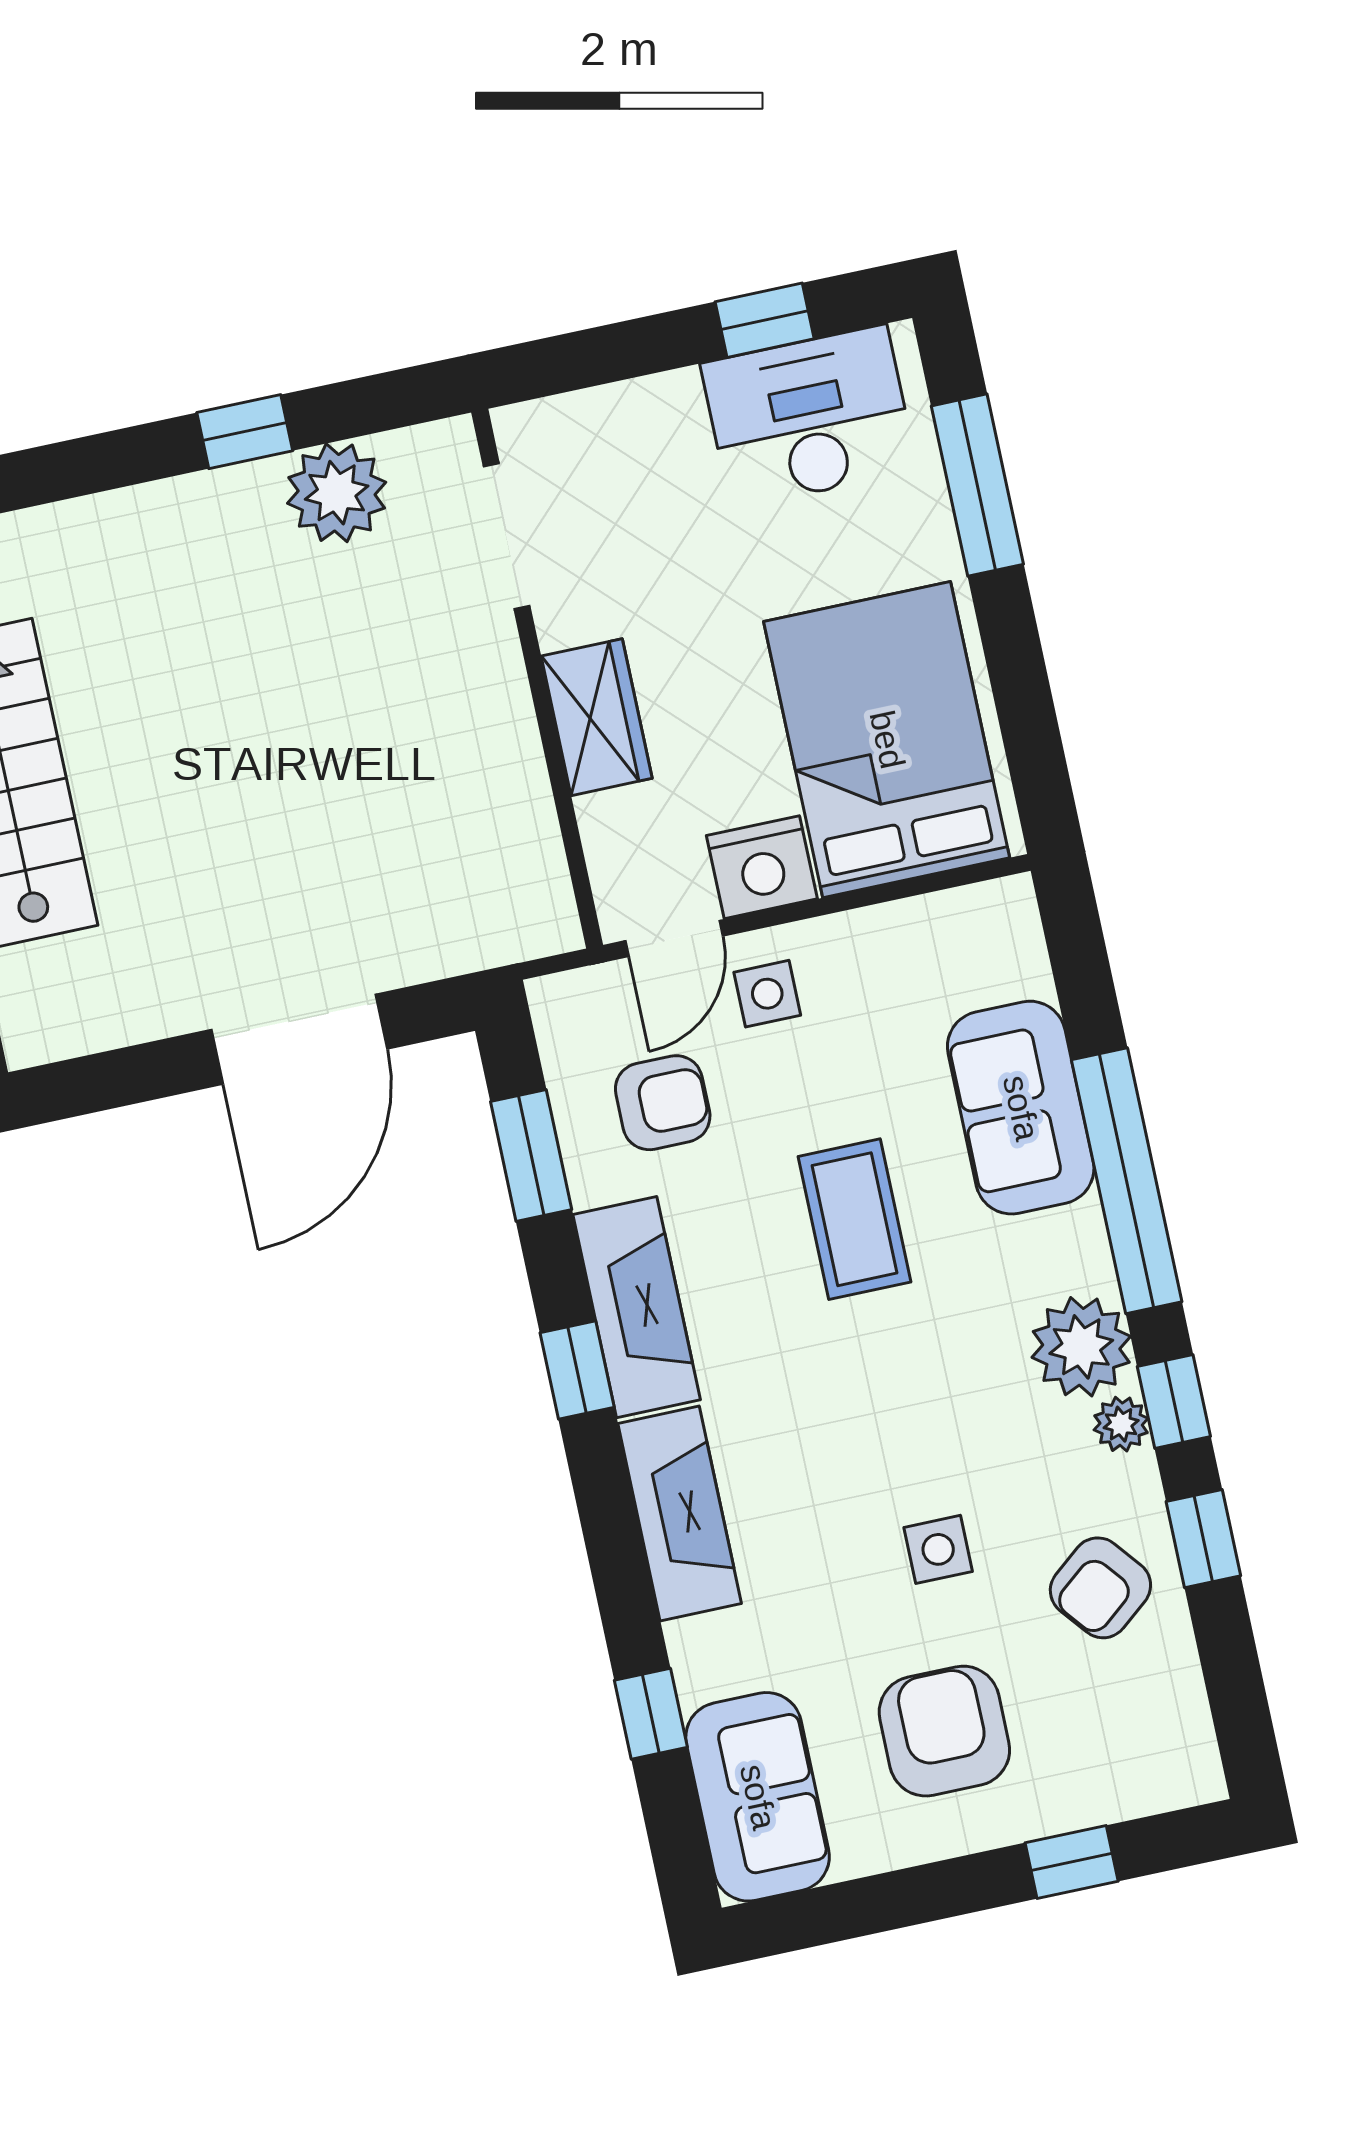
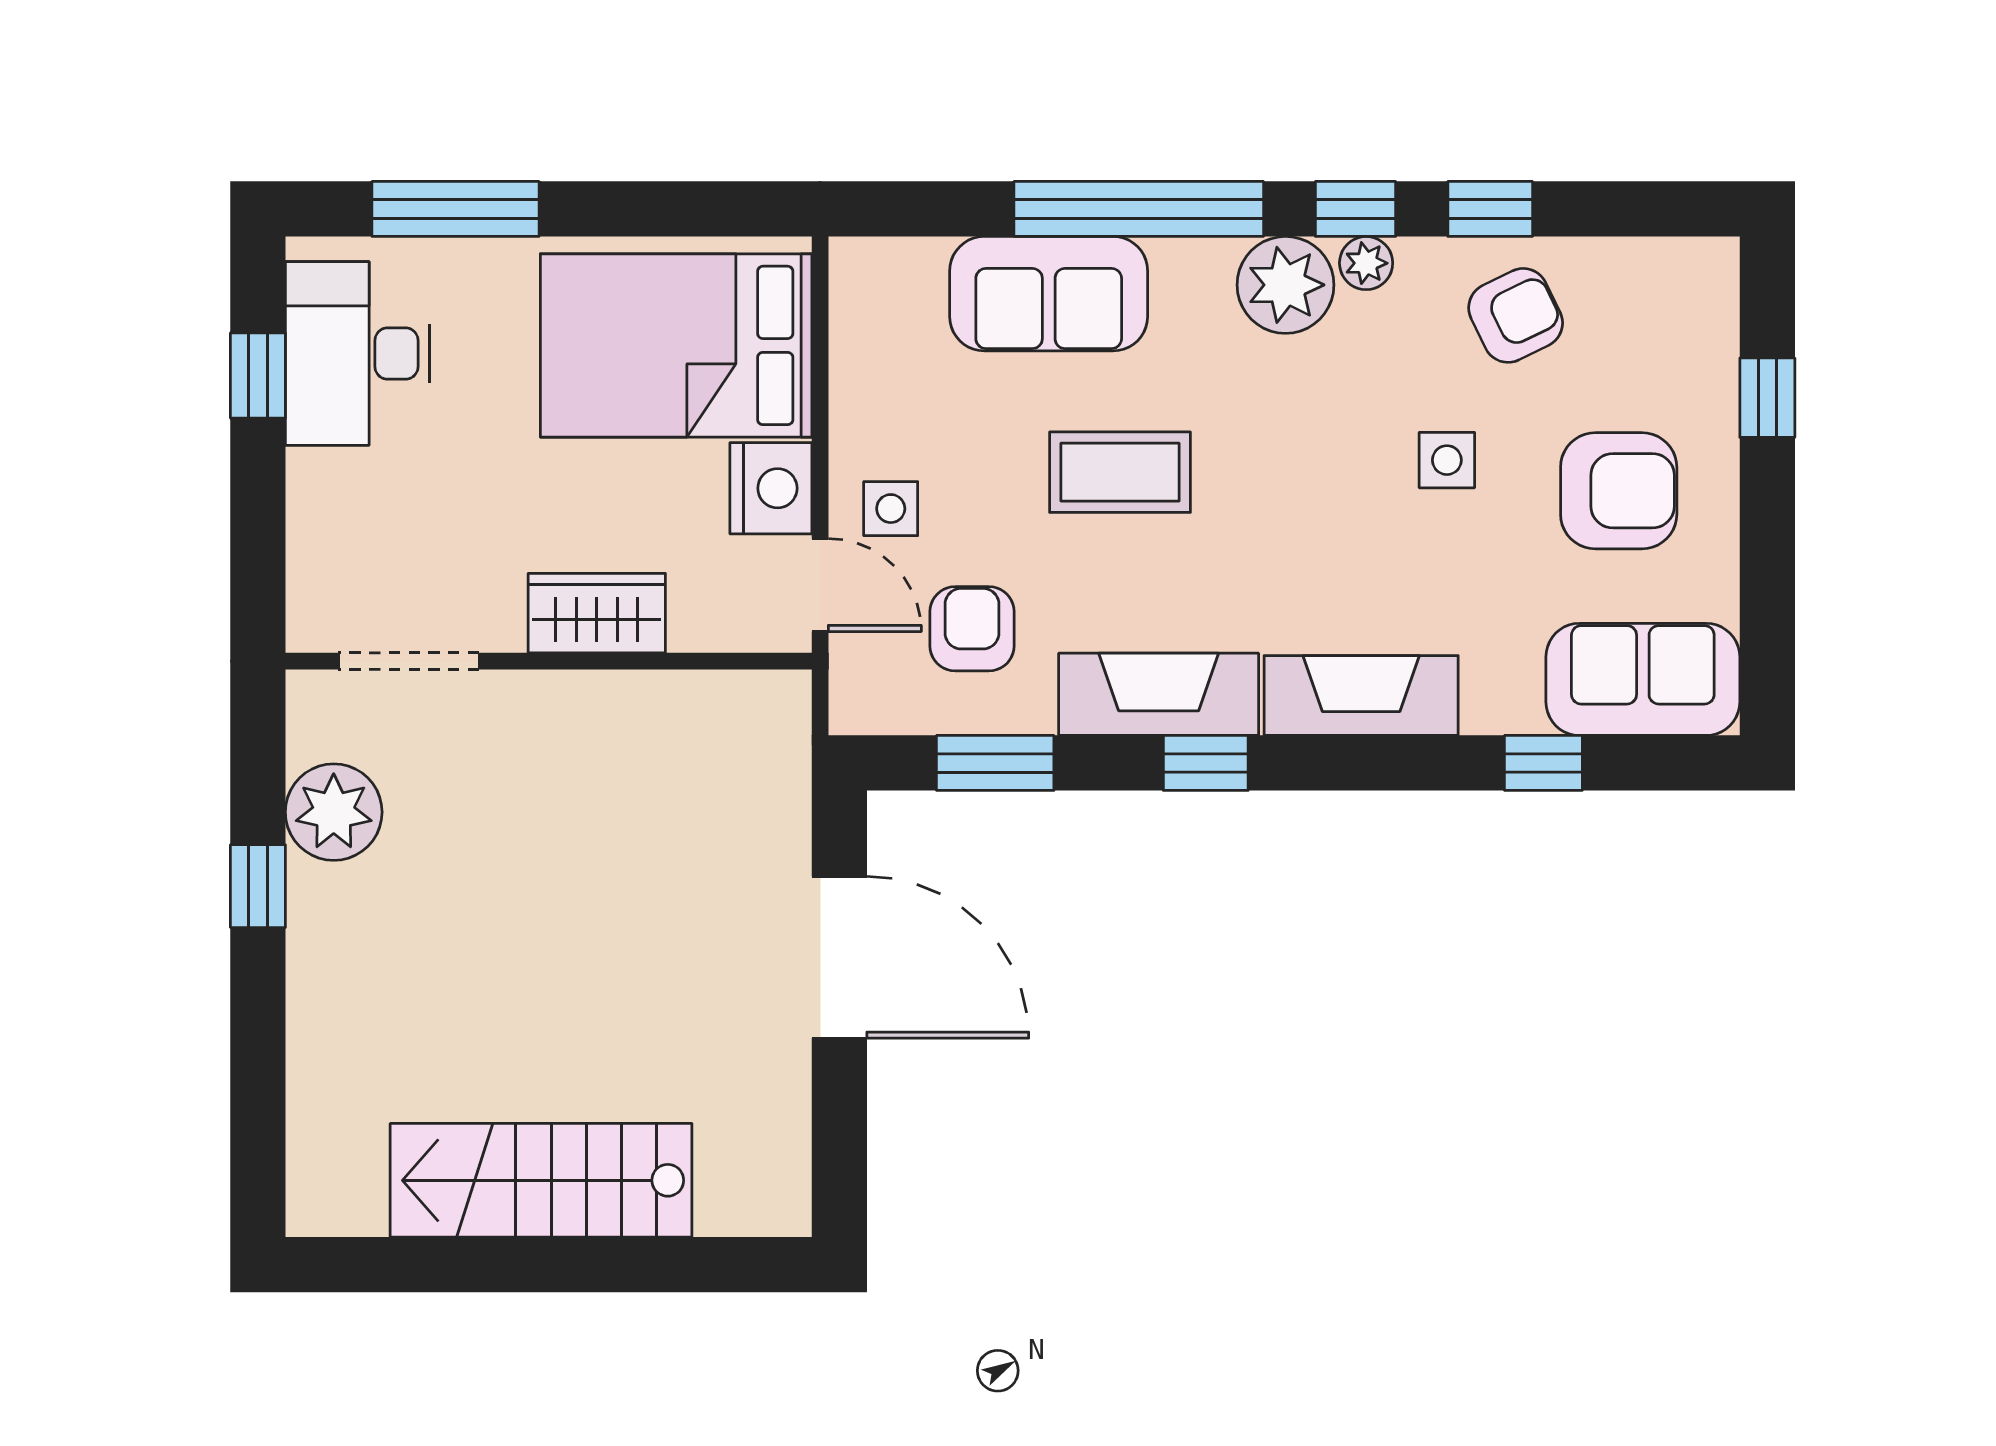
armchair: (1100, 1588) -> (1516, 315), turned -77
armchair: (944, 1731) -> (1619, 491), turned 180

